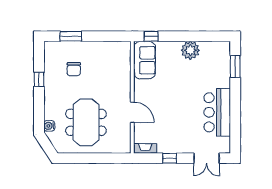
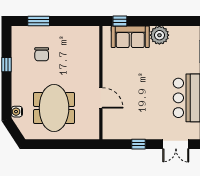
sofa: (145, 60) -> (130, 37), moved, turned 90
fireplace: (145, 148) -> (114, 134), removed

